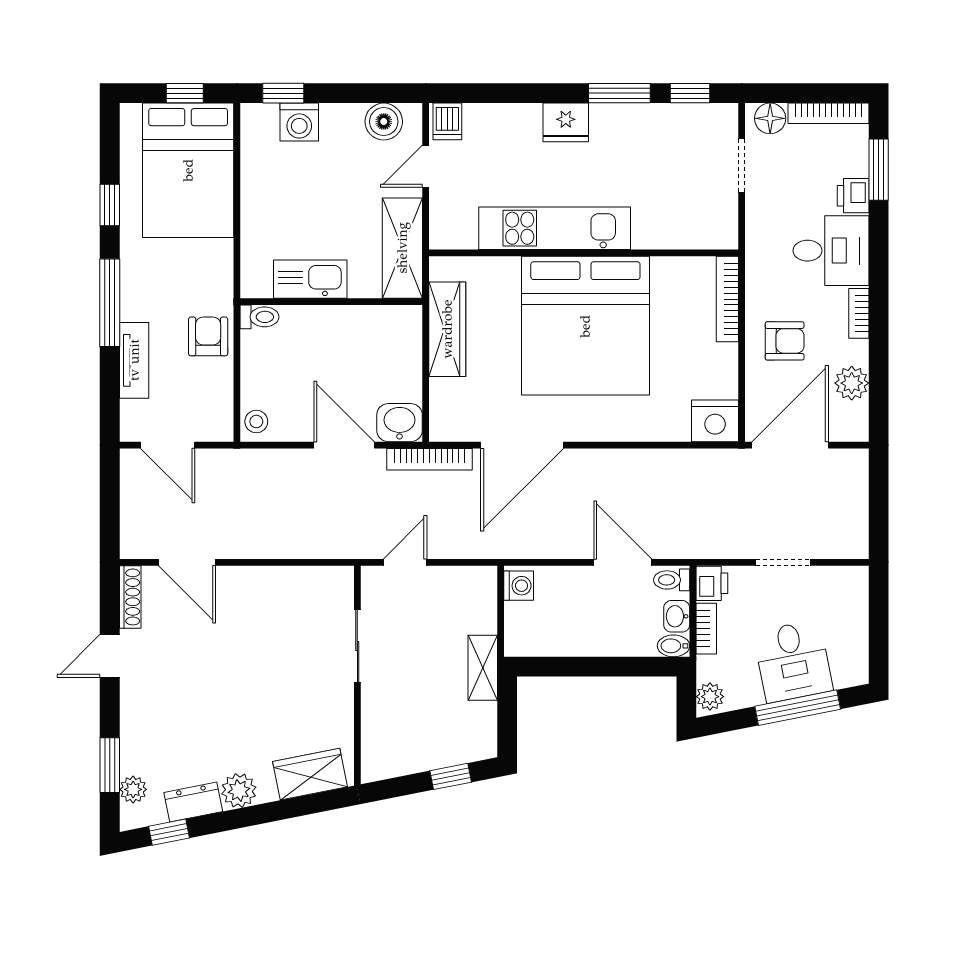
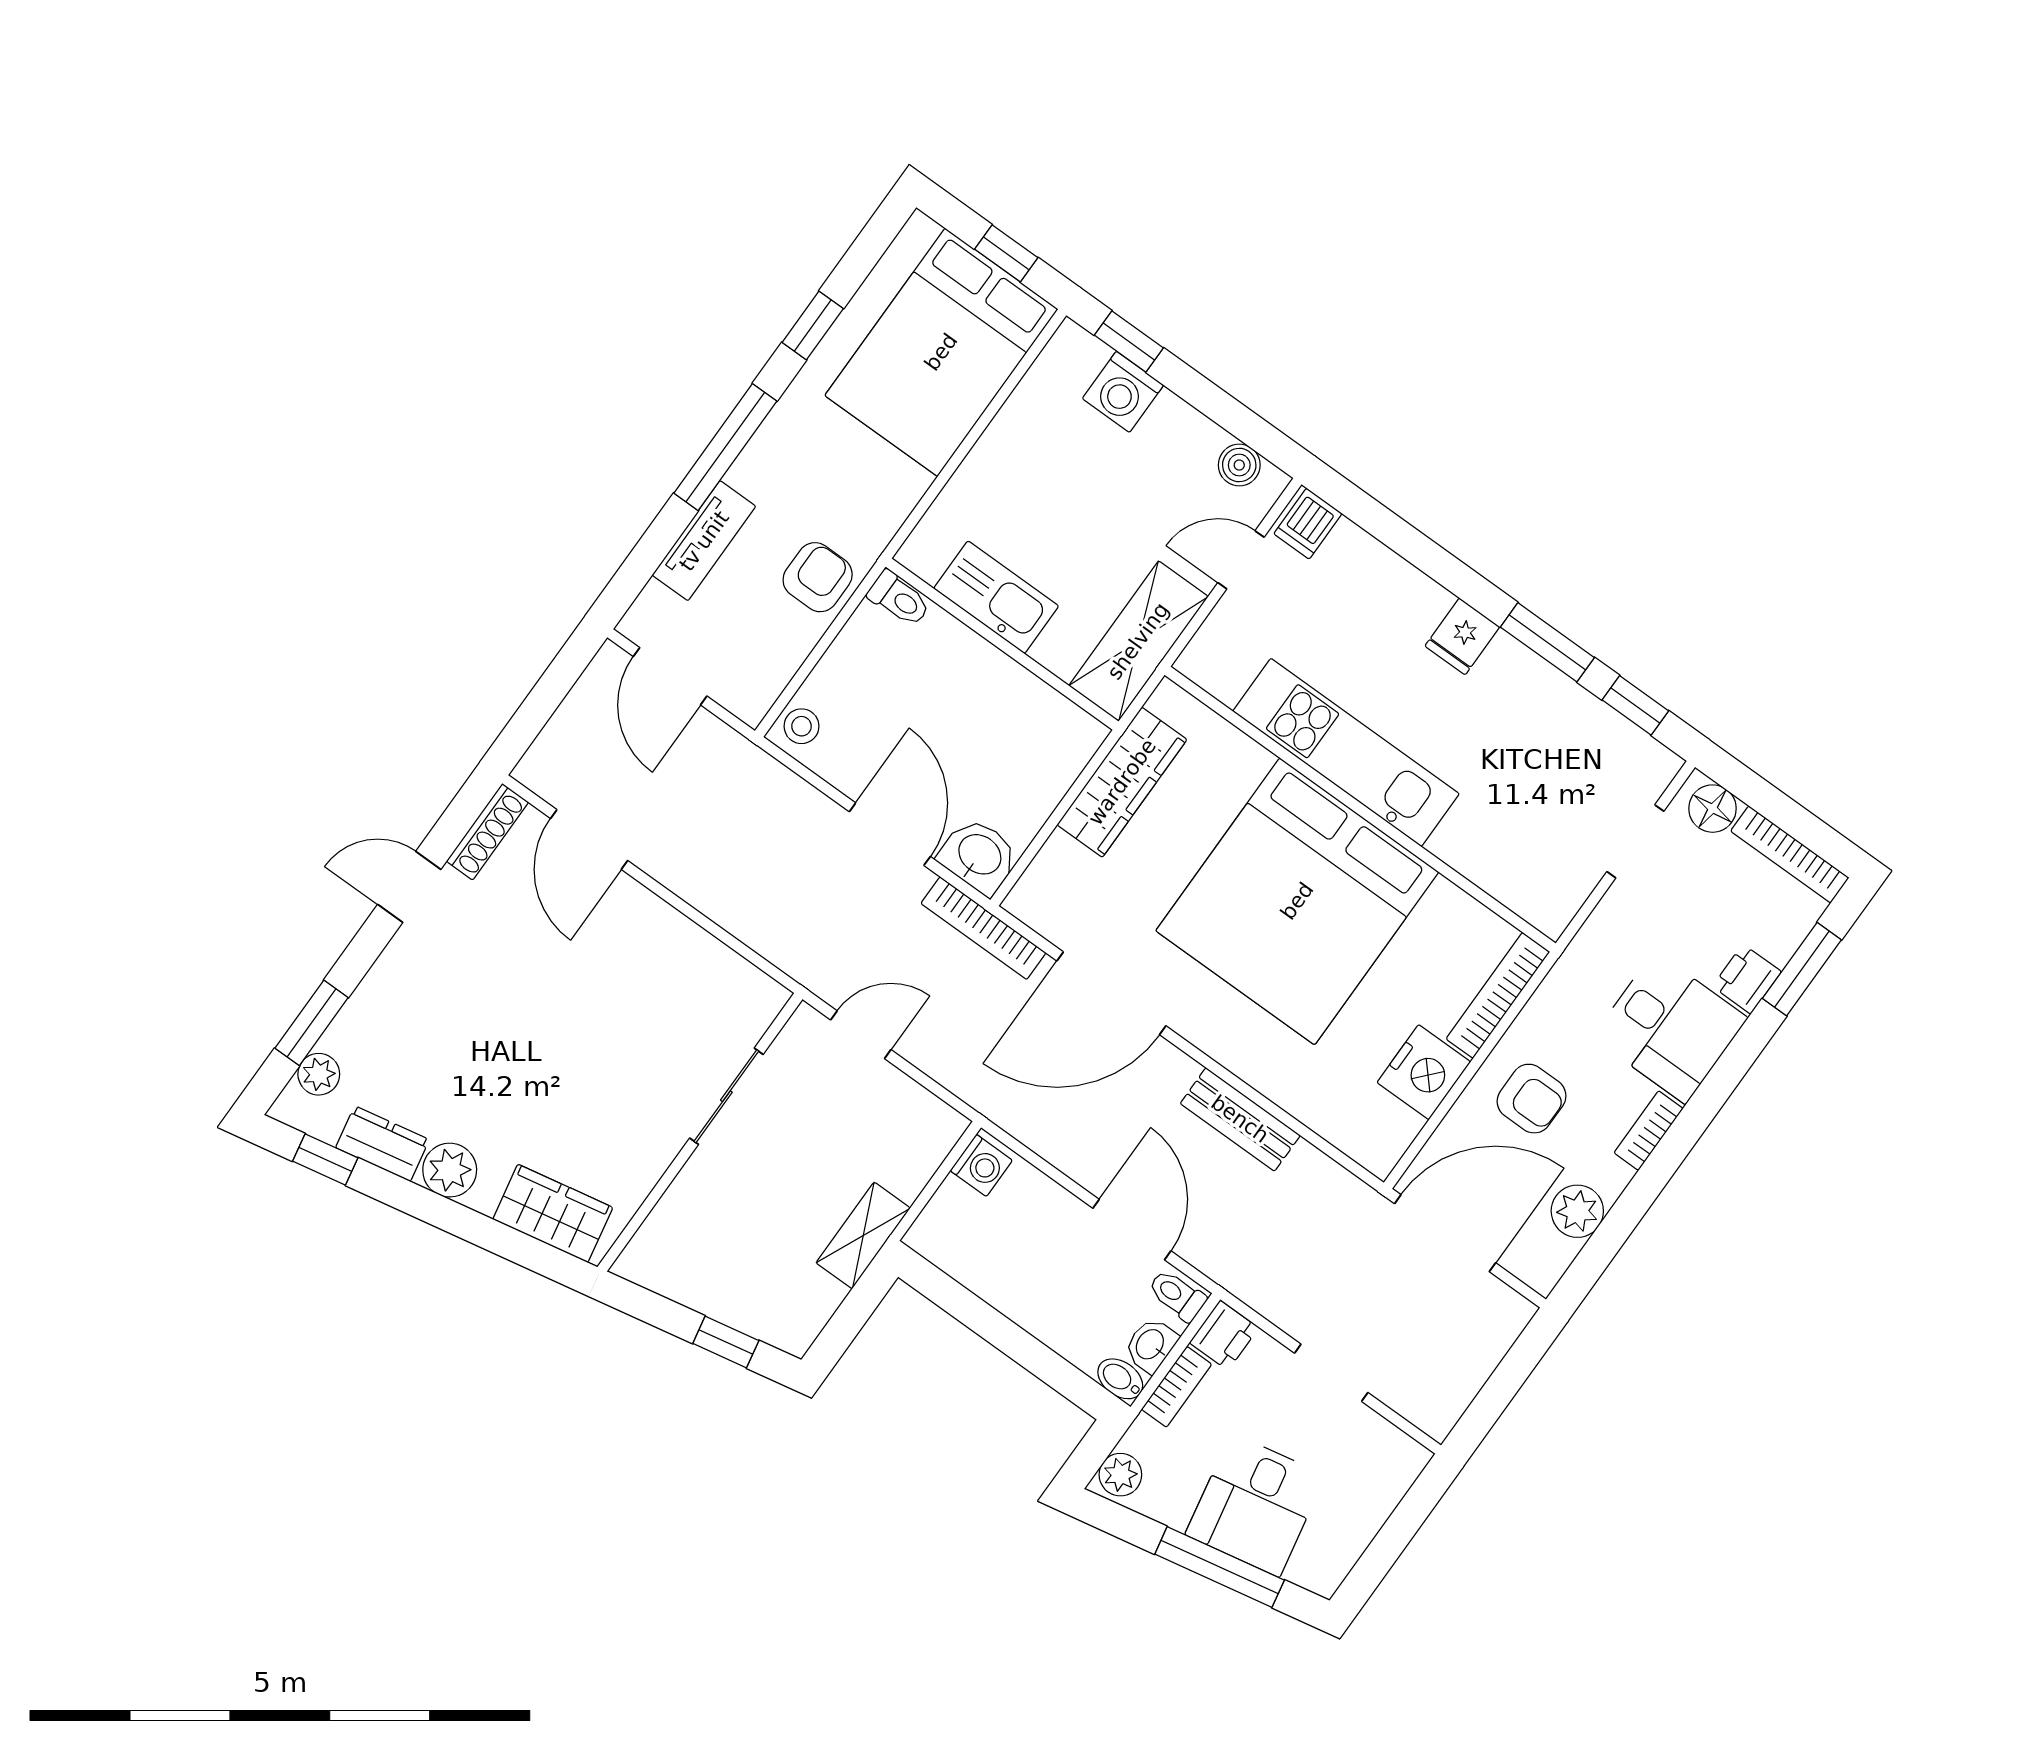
boiler: (384, 122) -> (1239, 465), width x0.73, depth x0.73
fridge: (566, 122) -> (1462, 636), width x0.72
nightstand: (715, 421) -> (1424, 1072), moved, turned -90
bench: (638, 463) -> (1240, 1119), added

